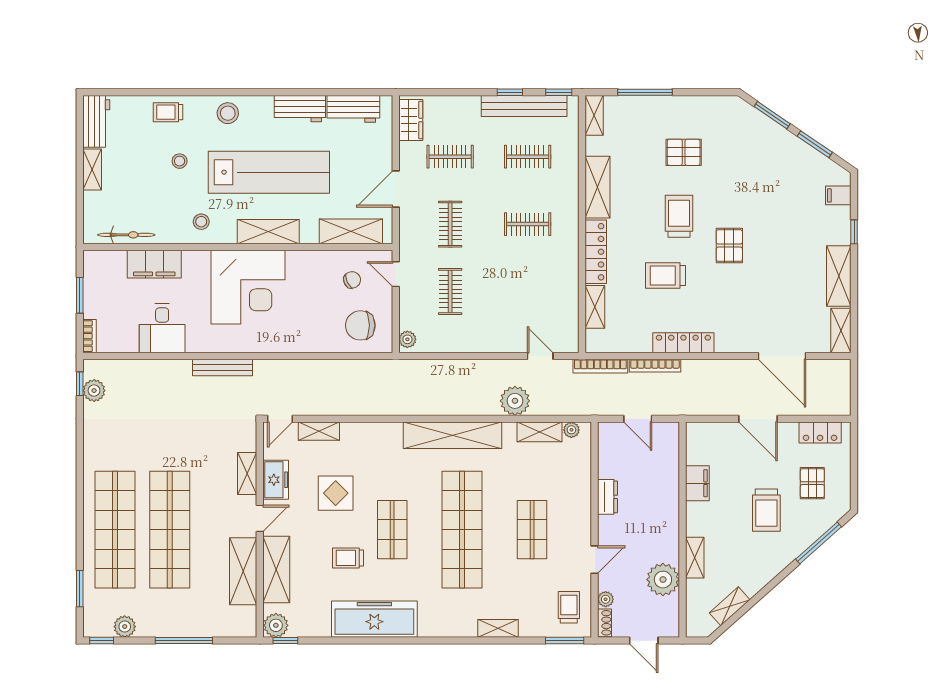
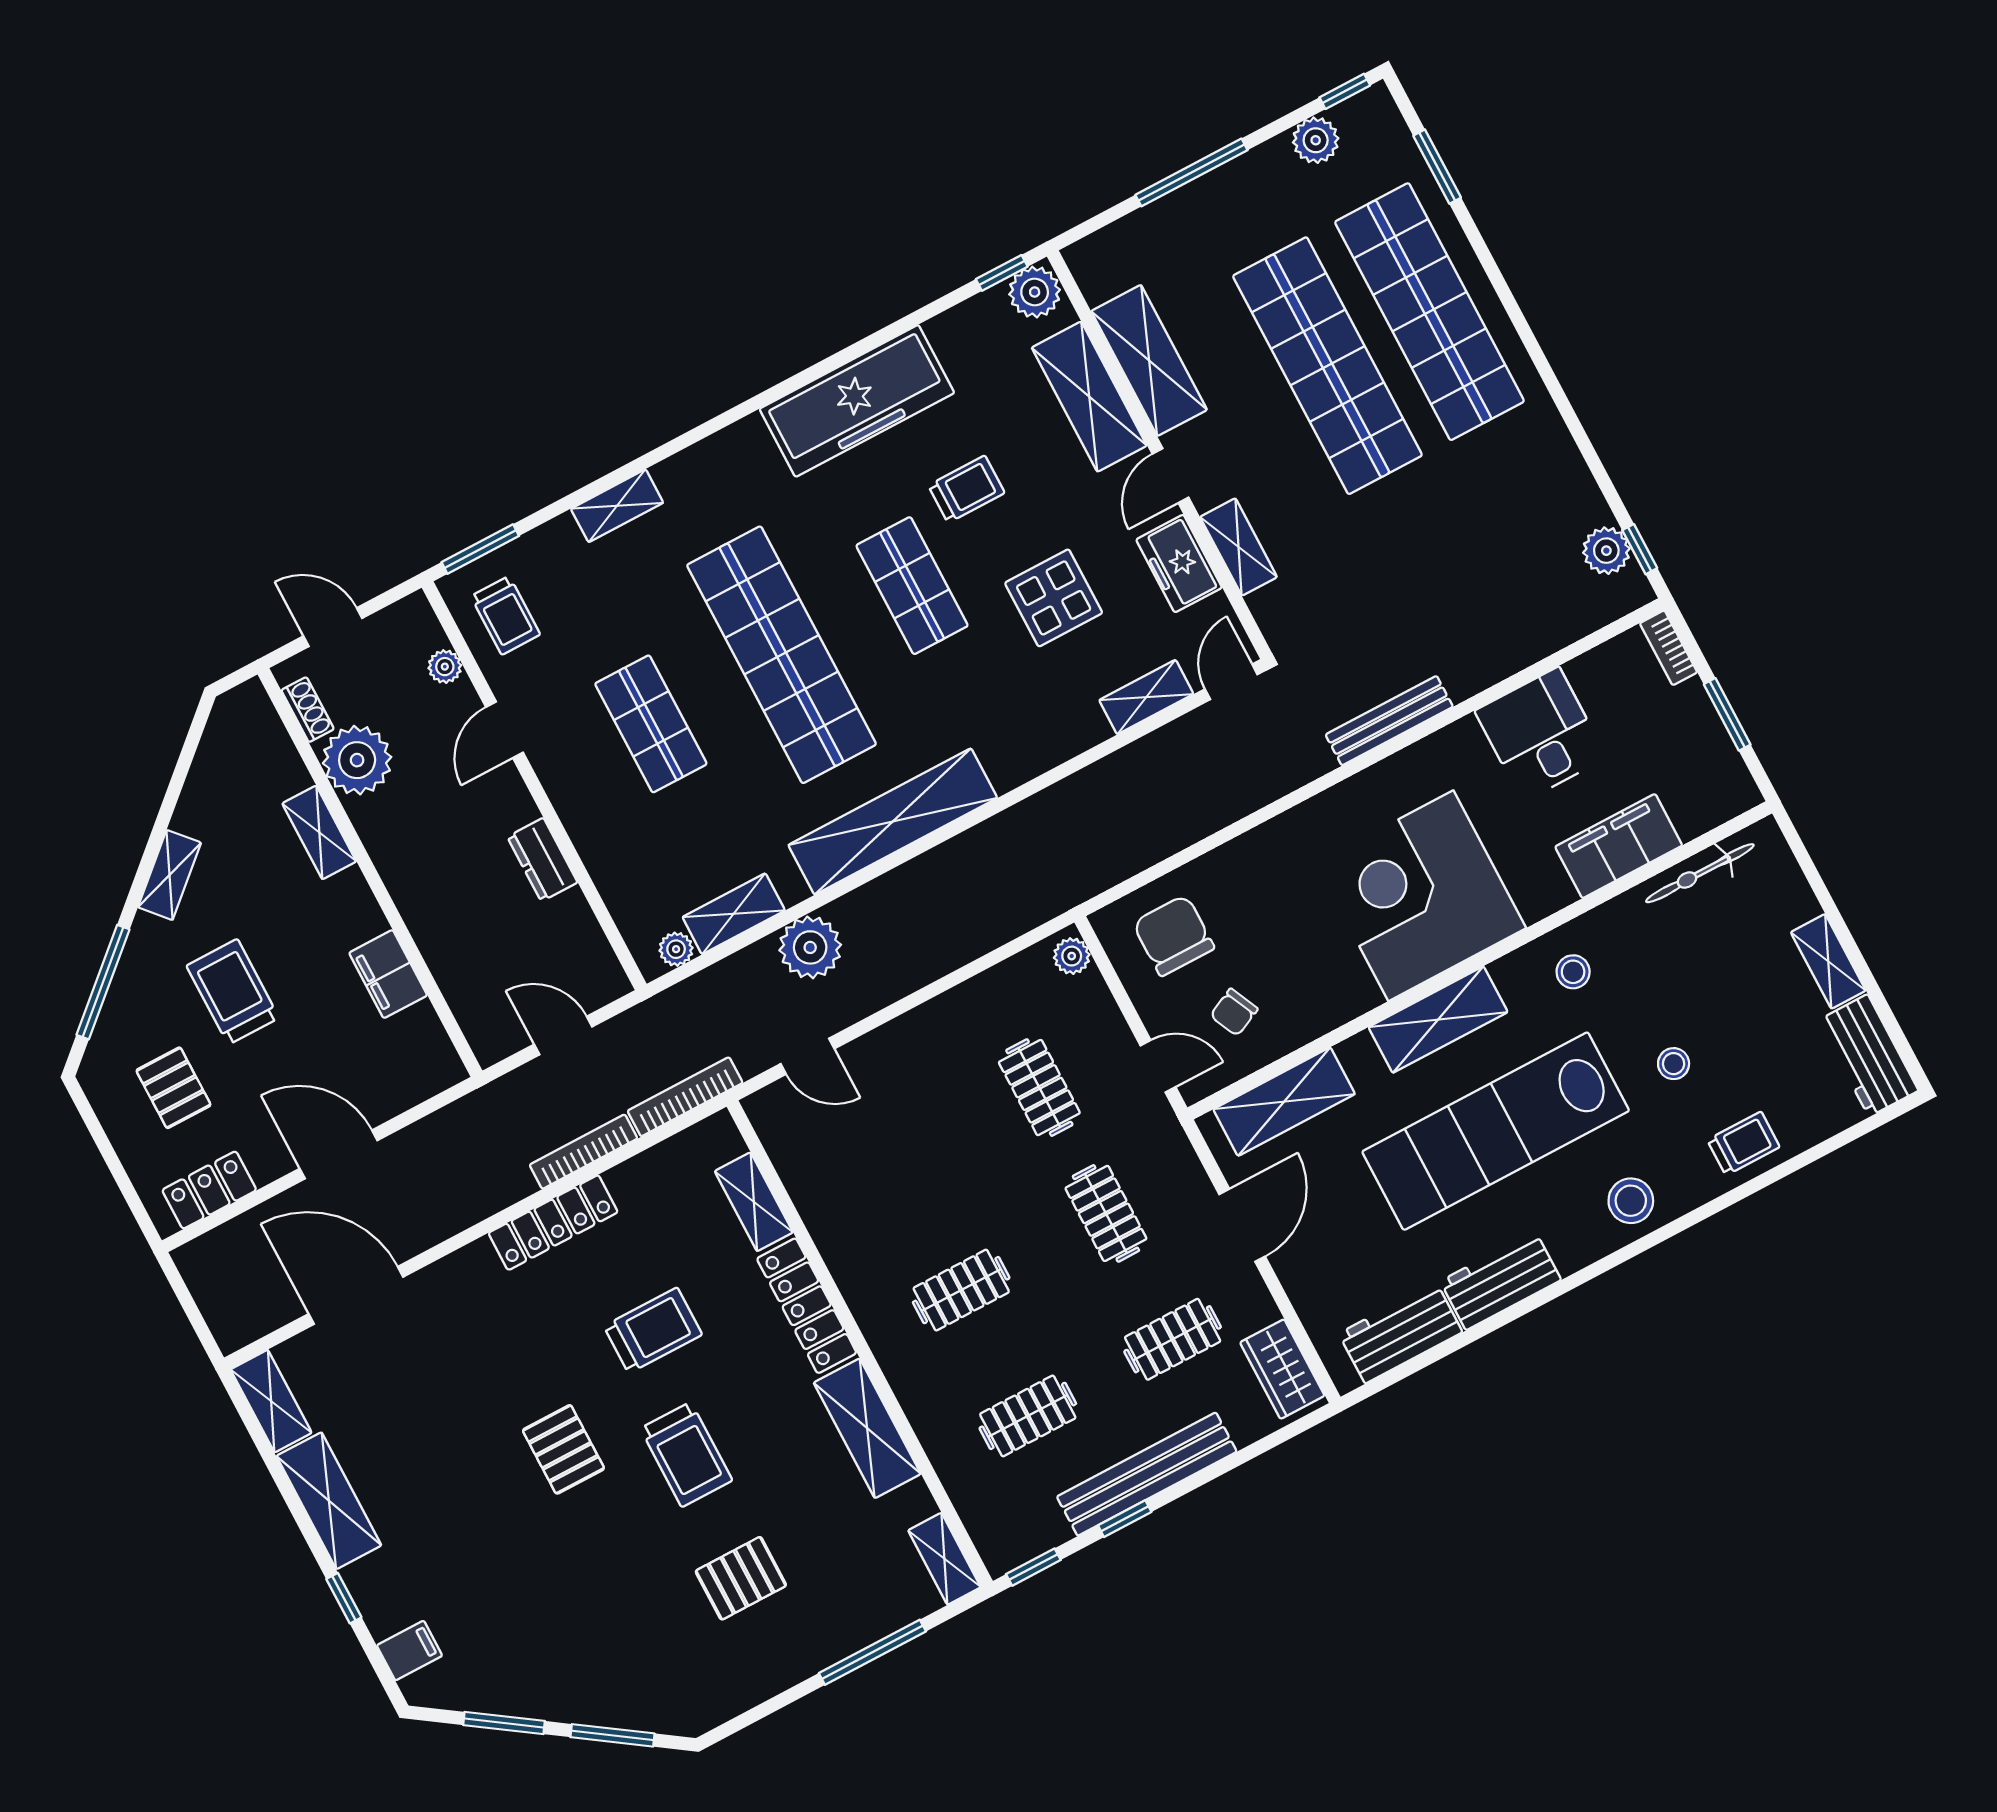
bench: (524, 106) -> (1147, 1474), moved
chair: (360, 325) -> (1174, 935), turned -90
shelving: (730, 606) -> (170, 875), moved
shoe rack: (605, 623) -> (308, 710), moved, turned 180

